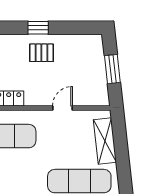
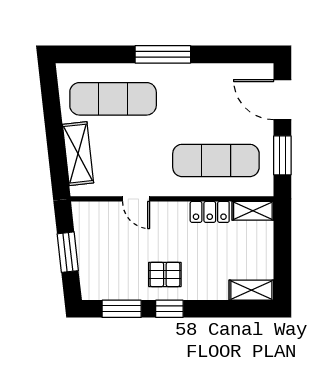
window: (73, 28) -> (122, 309), added
door: (62, 108) -> (136, 199), hinge flipped

